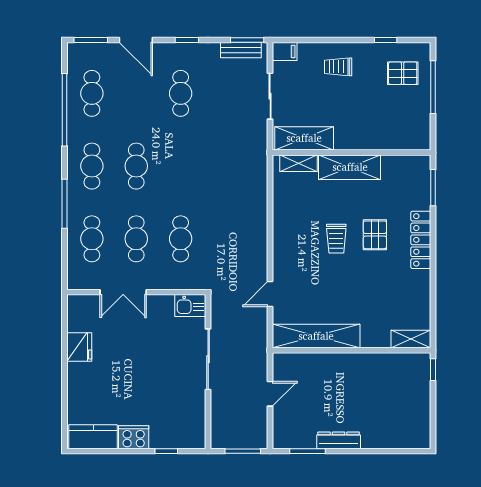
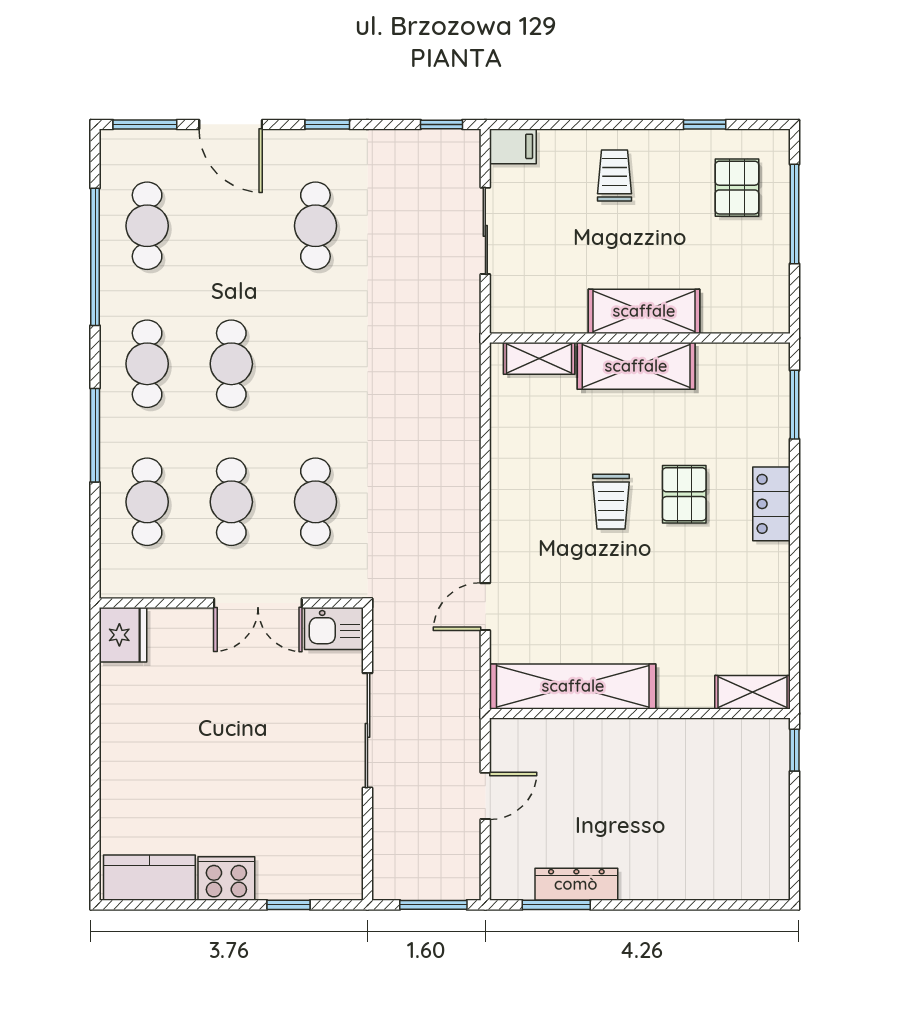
window: (247, 40) -> (442, 124), width x0.67
bench: (241, 50) -> (430, 144), removed
trolley: (338, 67) -> (615, 176), turned 90
pallet: (403, 73) -> (737, 188), turned 90
shelving: (304, 138) -> (644, 311), moved
locker: (421, 240) -> (771, 504), width x0.66
double door: (123, 292) -> (258, 603), moved
fridge: (79, 347) -> (123, 635), moved
dresser: (339, 440) -> (576, 884), moved

